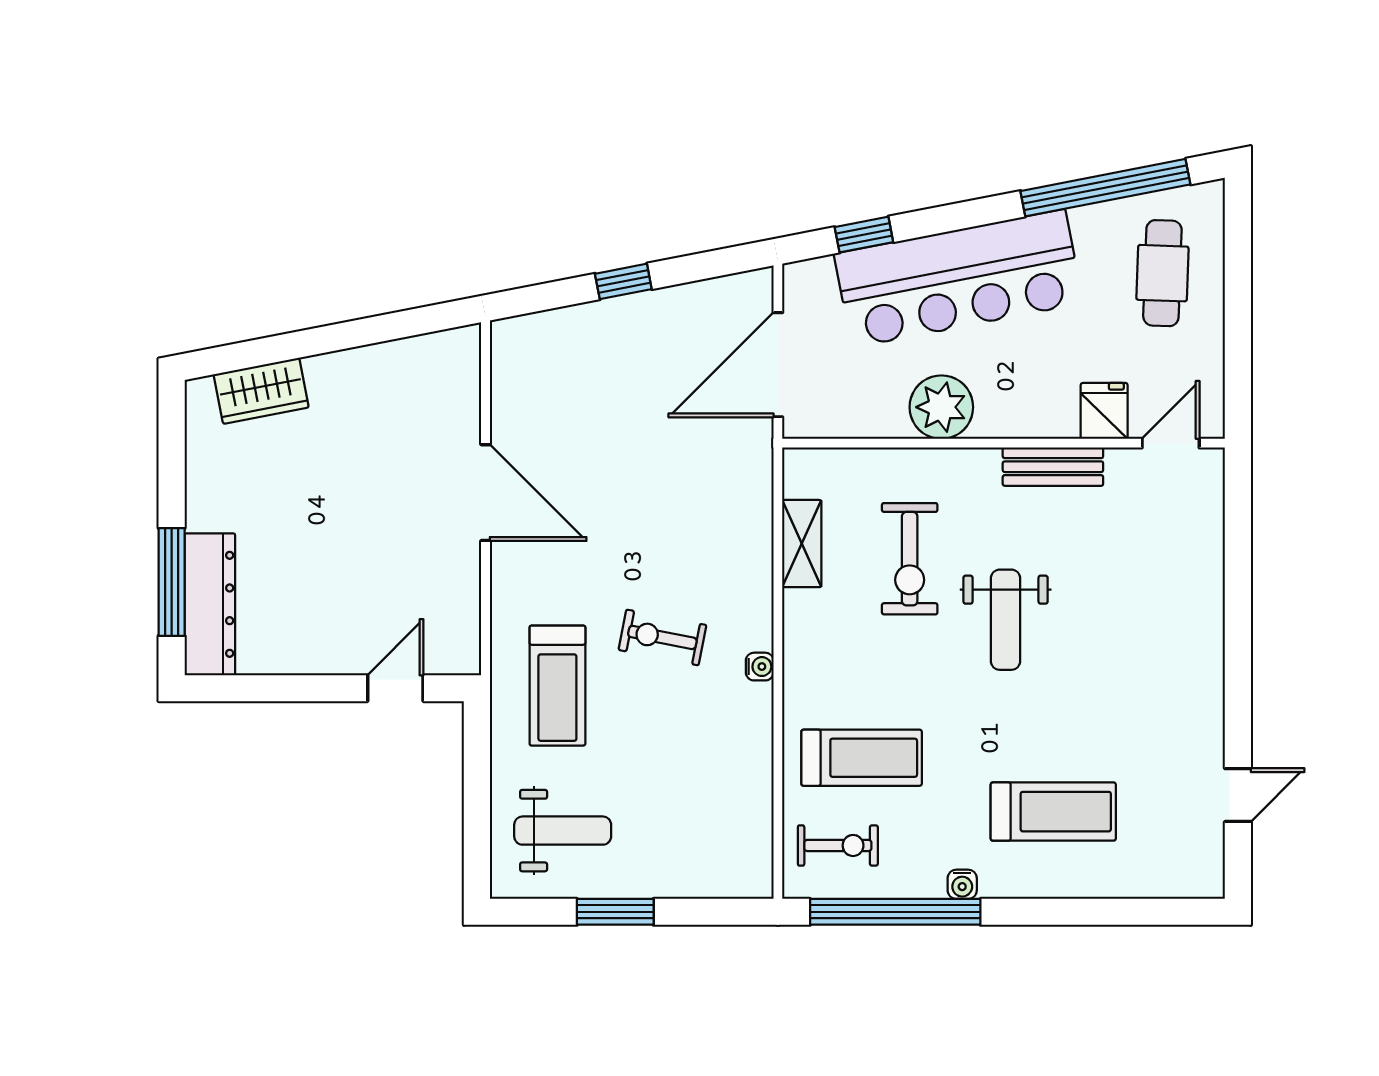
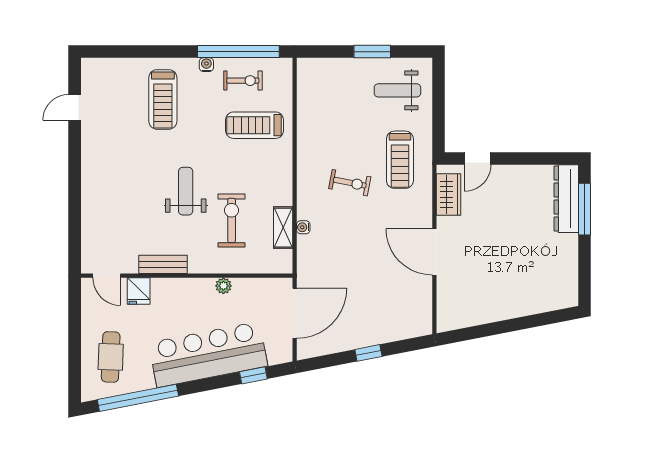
wardrobe: (261, 391) -> (449, 194), moved, turned 101
plant: (941, 407) -> (223, 286), width x0.53, depth x0.53
door: (1171, 443) -> (107, 276), hinge flipped
water cooler: (760, 667) -> (303, 227), moved
treadmill: (557, 686) -> (400, 160), turned 180
treadmill: (1053, 812) -> (163, 99), turned -90
exercise bike: (838, 845) -> (243, 81), moved, turned 180

